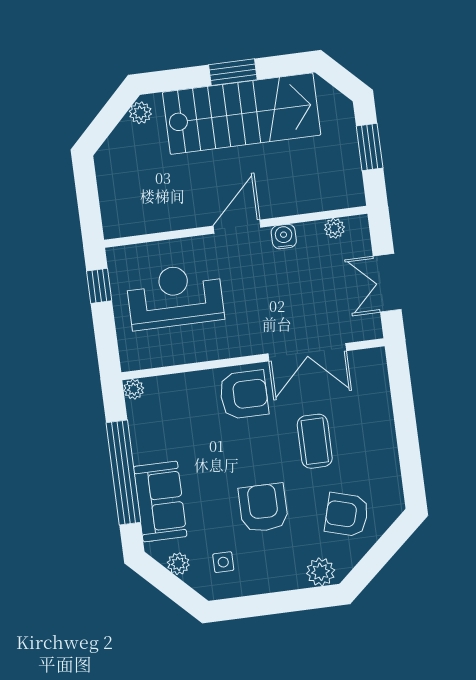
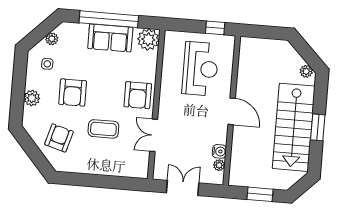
water cooler: (284, 237) -> (219, 151), moved
double door: (307, 352) -> (154, 135), width x0.73
plant: (134, 389) -> (148, 39), width x1.88, depth x1.88
sofa: (160, 502) -> (110, 38), moved
armchair: (263, 508) -> (73, 93), turned 90
plant: (321, 572) -> (32, 98), moved

